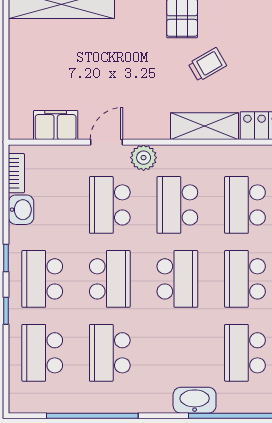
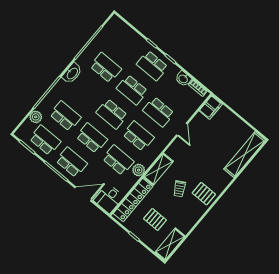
filing cabinet: (56, 125) -> (211, 107), moved
plant: (144, 158) -> (139, 170), moved
school desk: (110, 205) -> (158, 112), turned 180
school desk: (42, 279) -> (152, 66), turned 180
school desk: (42, 353) -> (126, 43), removed
washbasin: (195, 400) -> (72, 73), moved

